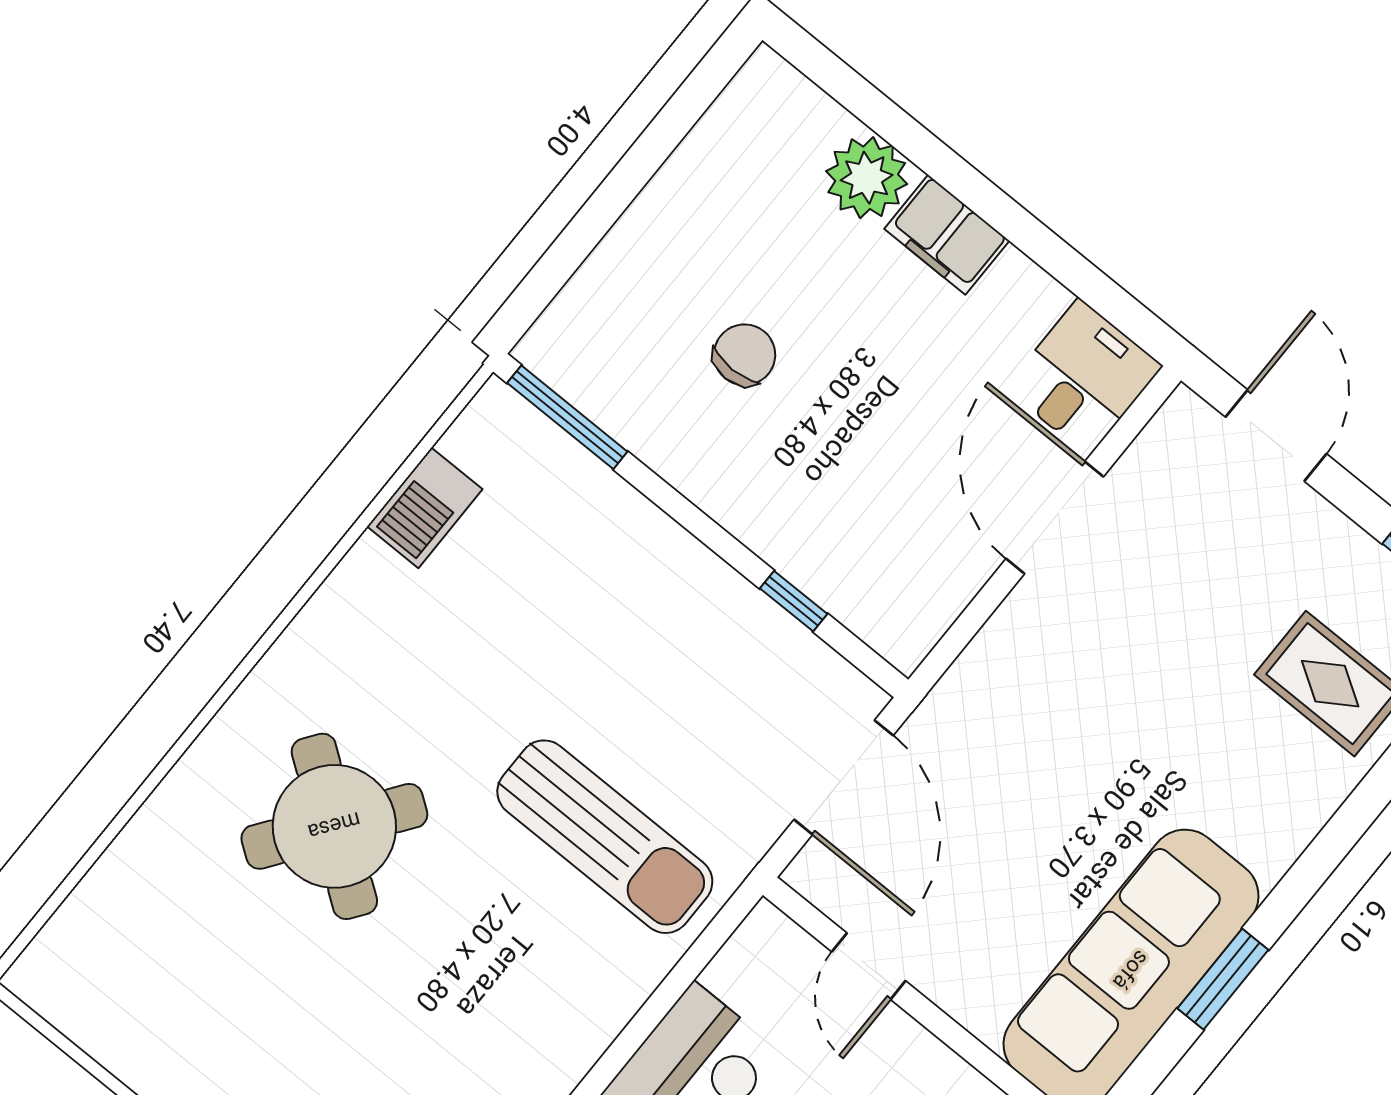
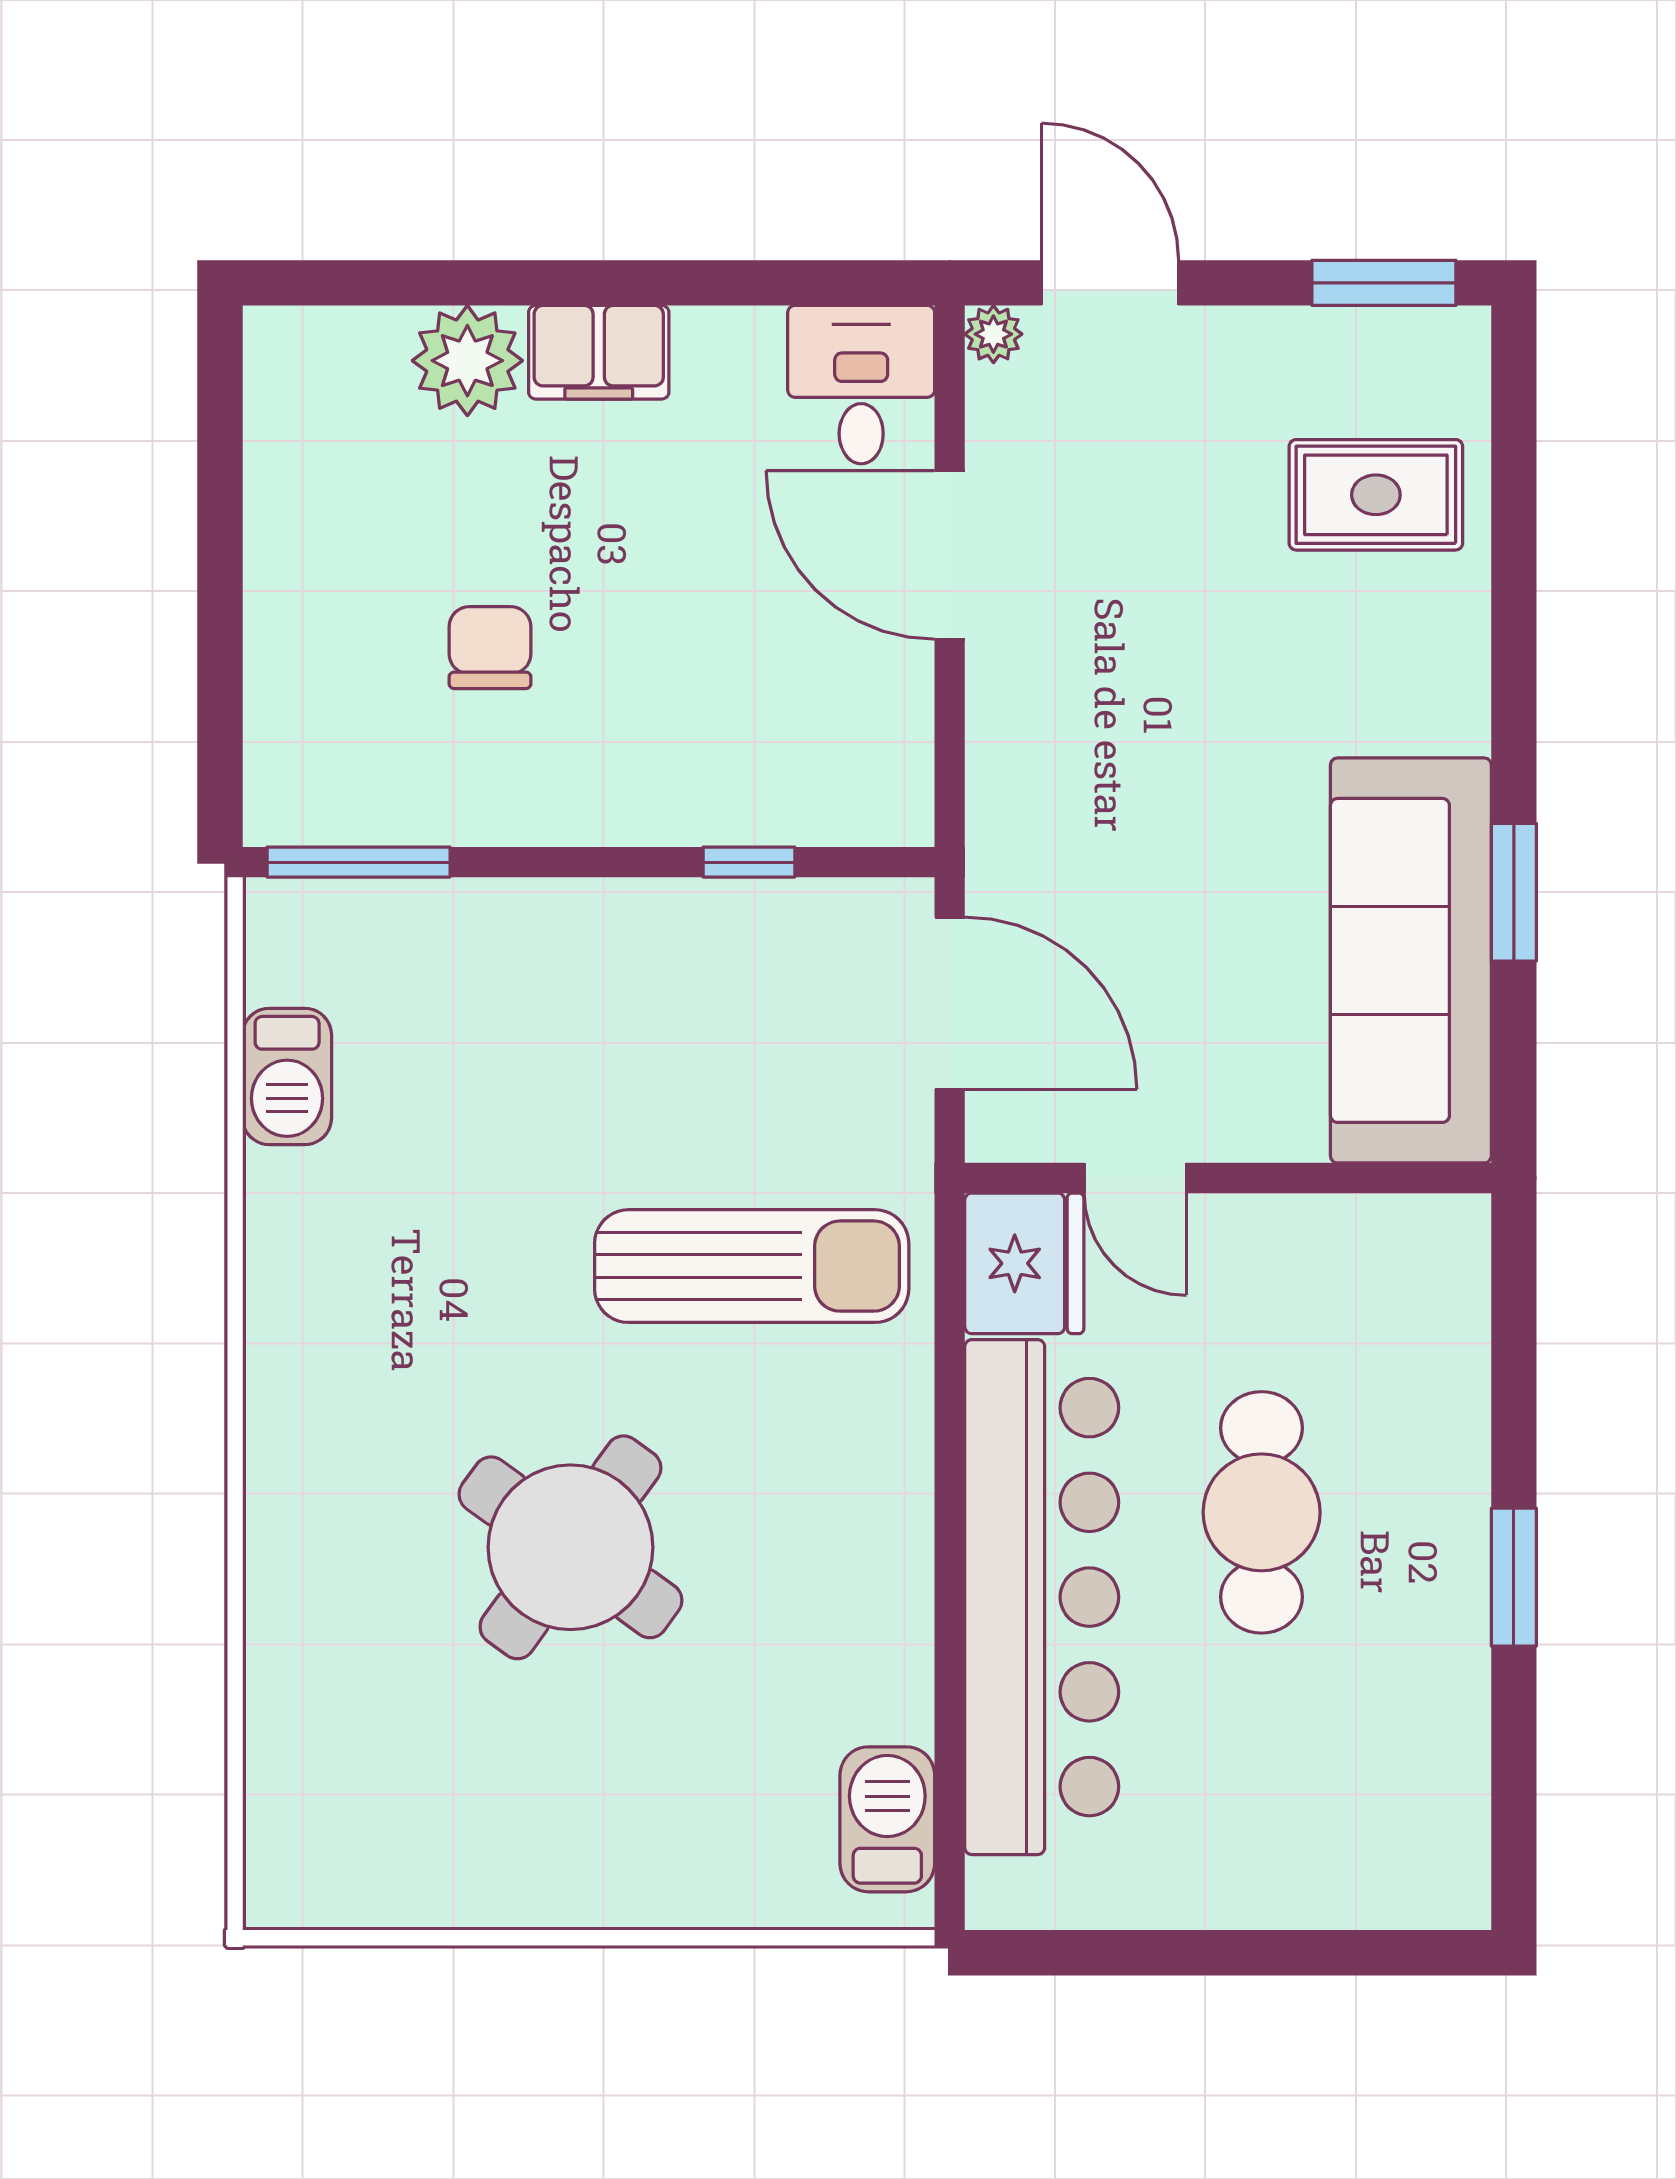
plant: (1184, 410) -> (993, 334), added
round table: (334, 826) -> (570, 1547), moved
fridge: (764, 964) -> (1024, 1263), added

